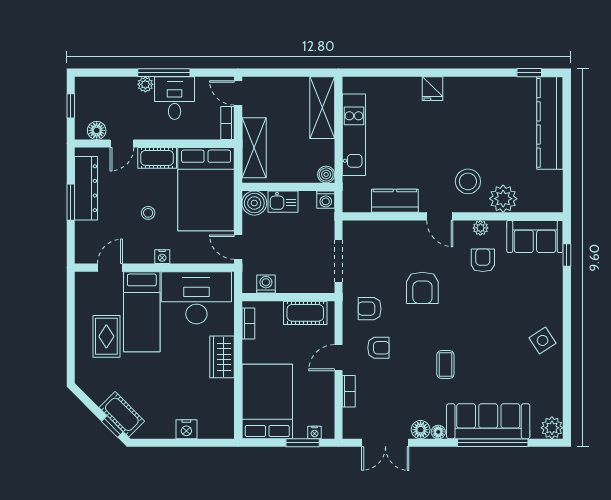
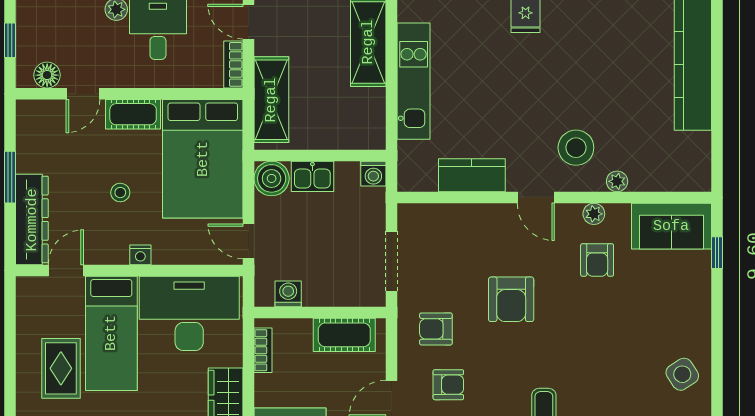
boiler: (326, 174) -> (374, 138), removed
dresser: (86, 188) -> (32, 220), moved
plant: (503, 199) -> (617, 181), width x0.53, depth x0.53
armchair: (483, 260) -> (597, 260), turned 180

